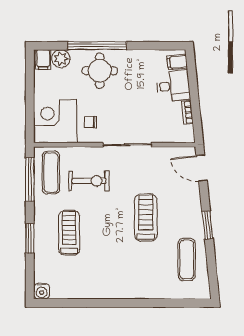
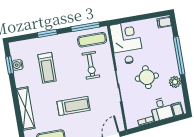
plant: (61, 59) -> (175, 82), moved
round table: (100, 71) -> (147, 77), moved
treadmill: (69, 233) -> (47, 68), moved, turned 90
shelving: (137, 290) -> (26, 108), added
water cooler: (42, 291) -> (17, 65), moved
window: (68, 303) -> (10, 65), added

